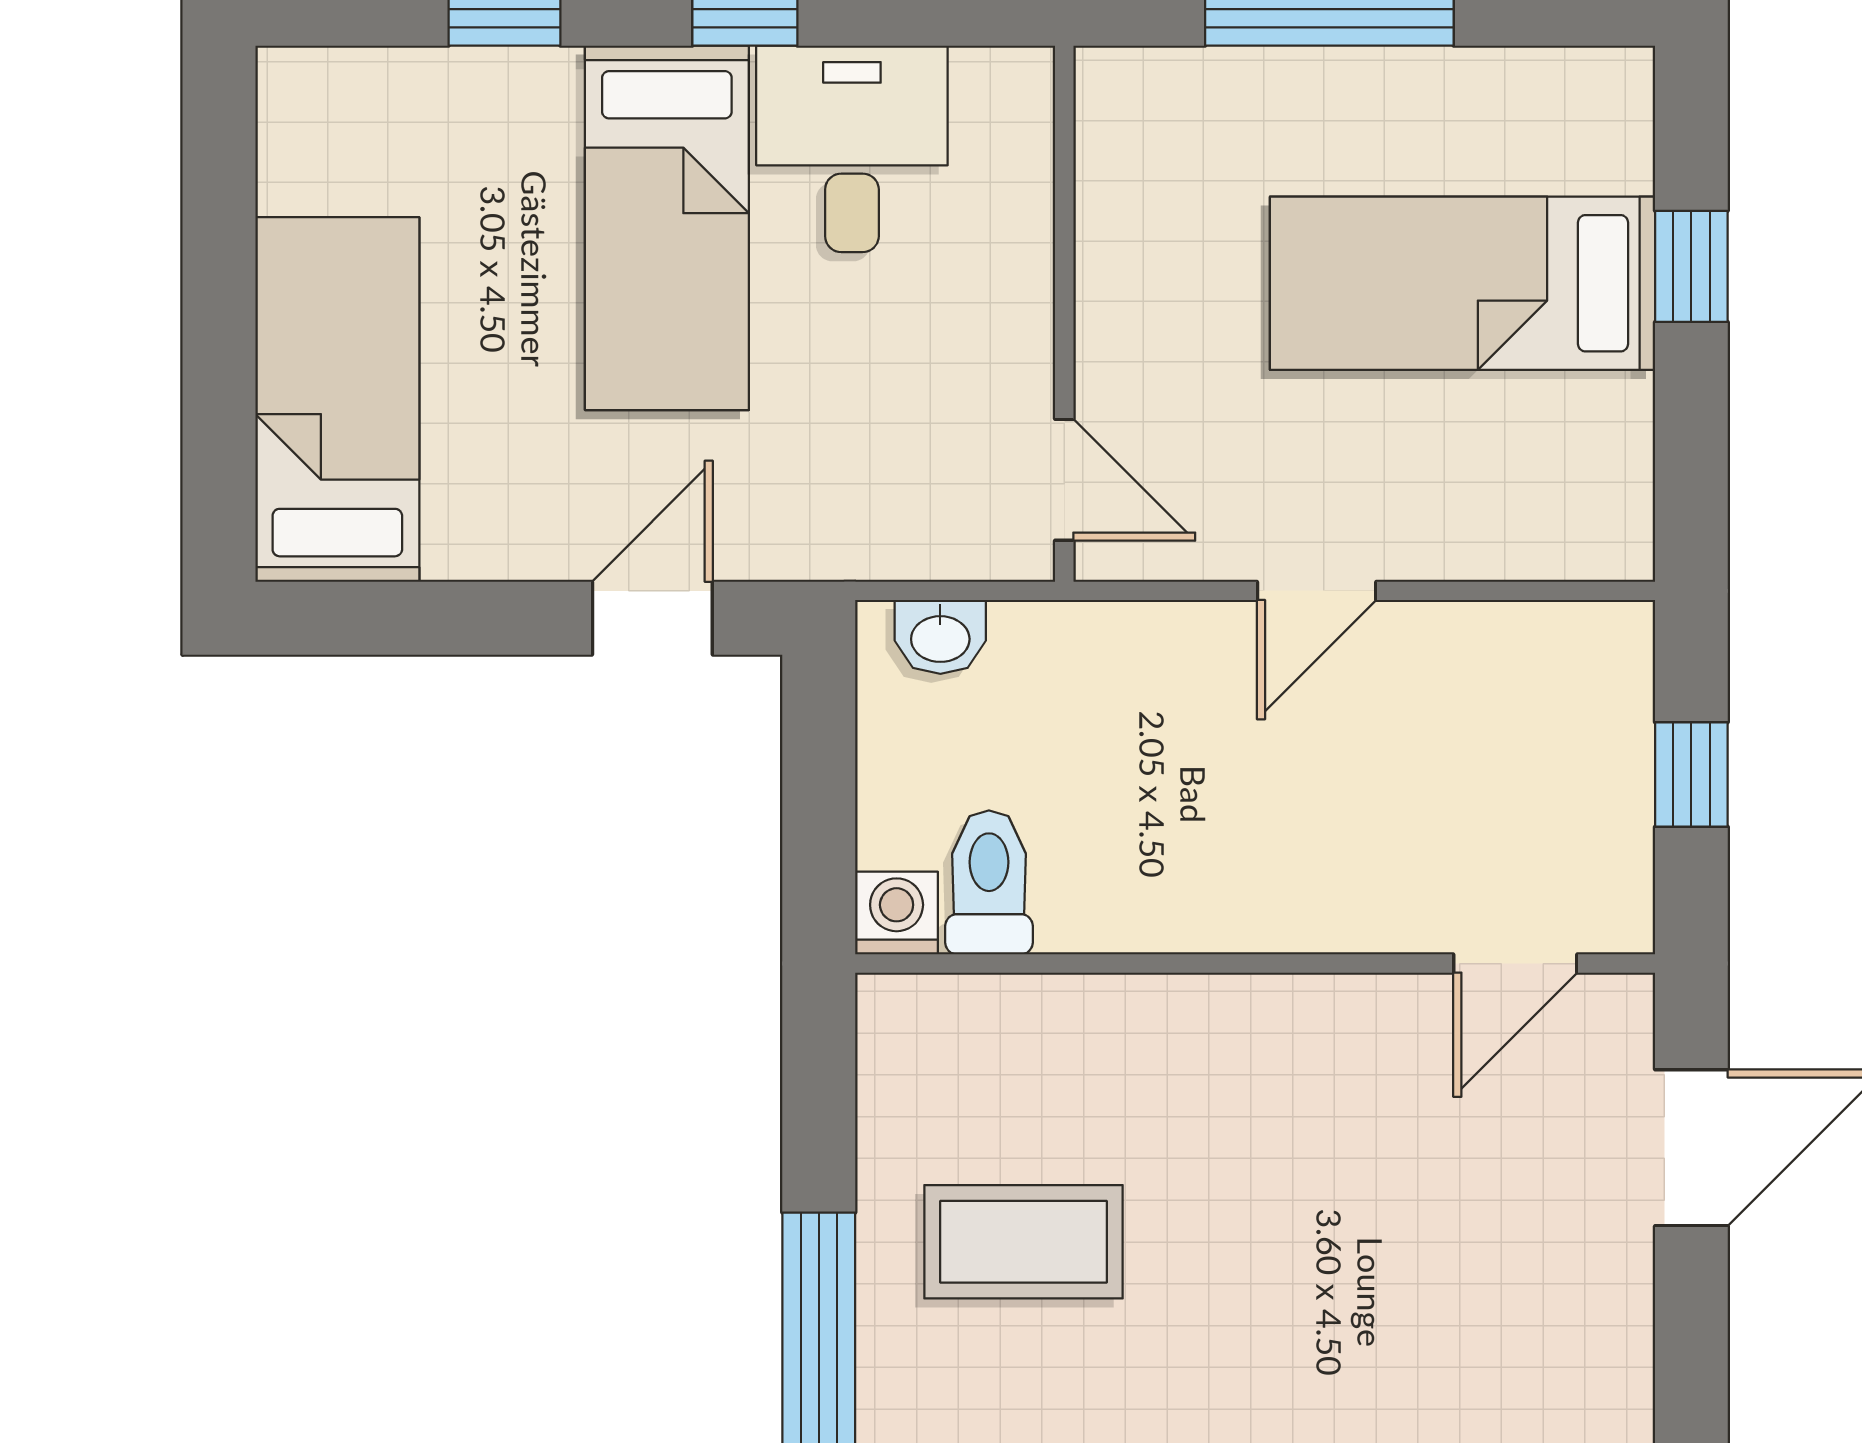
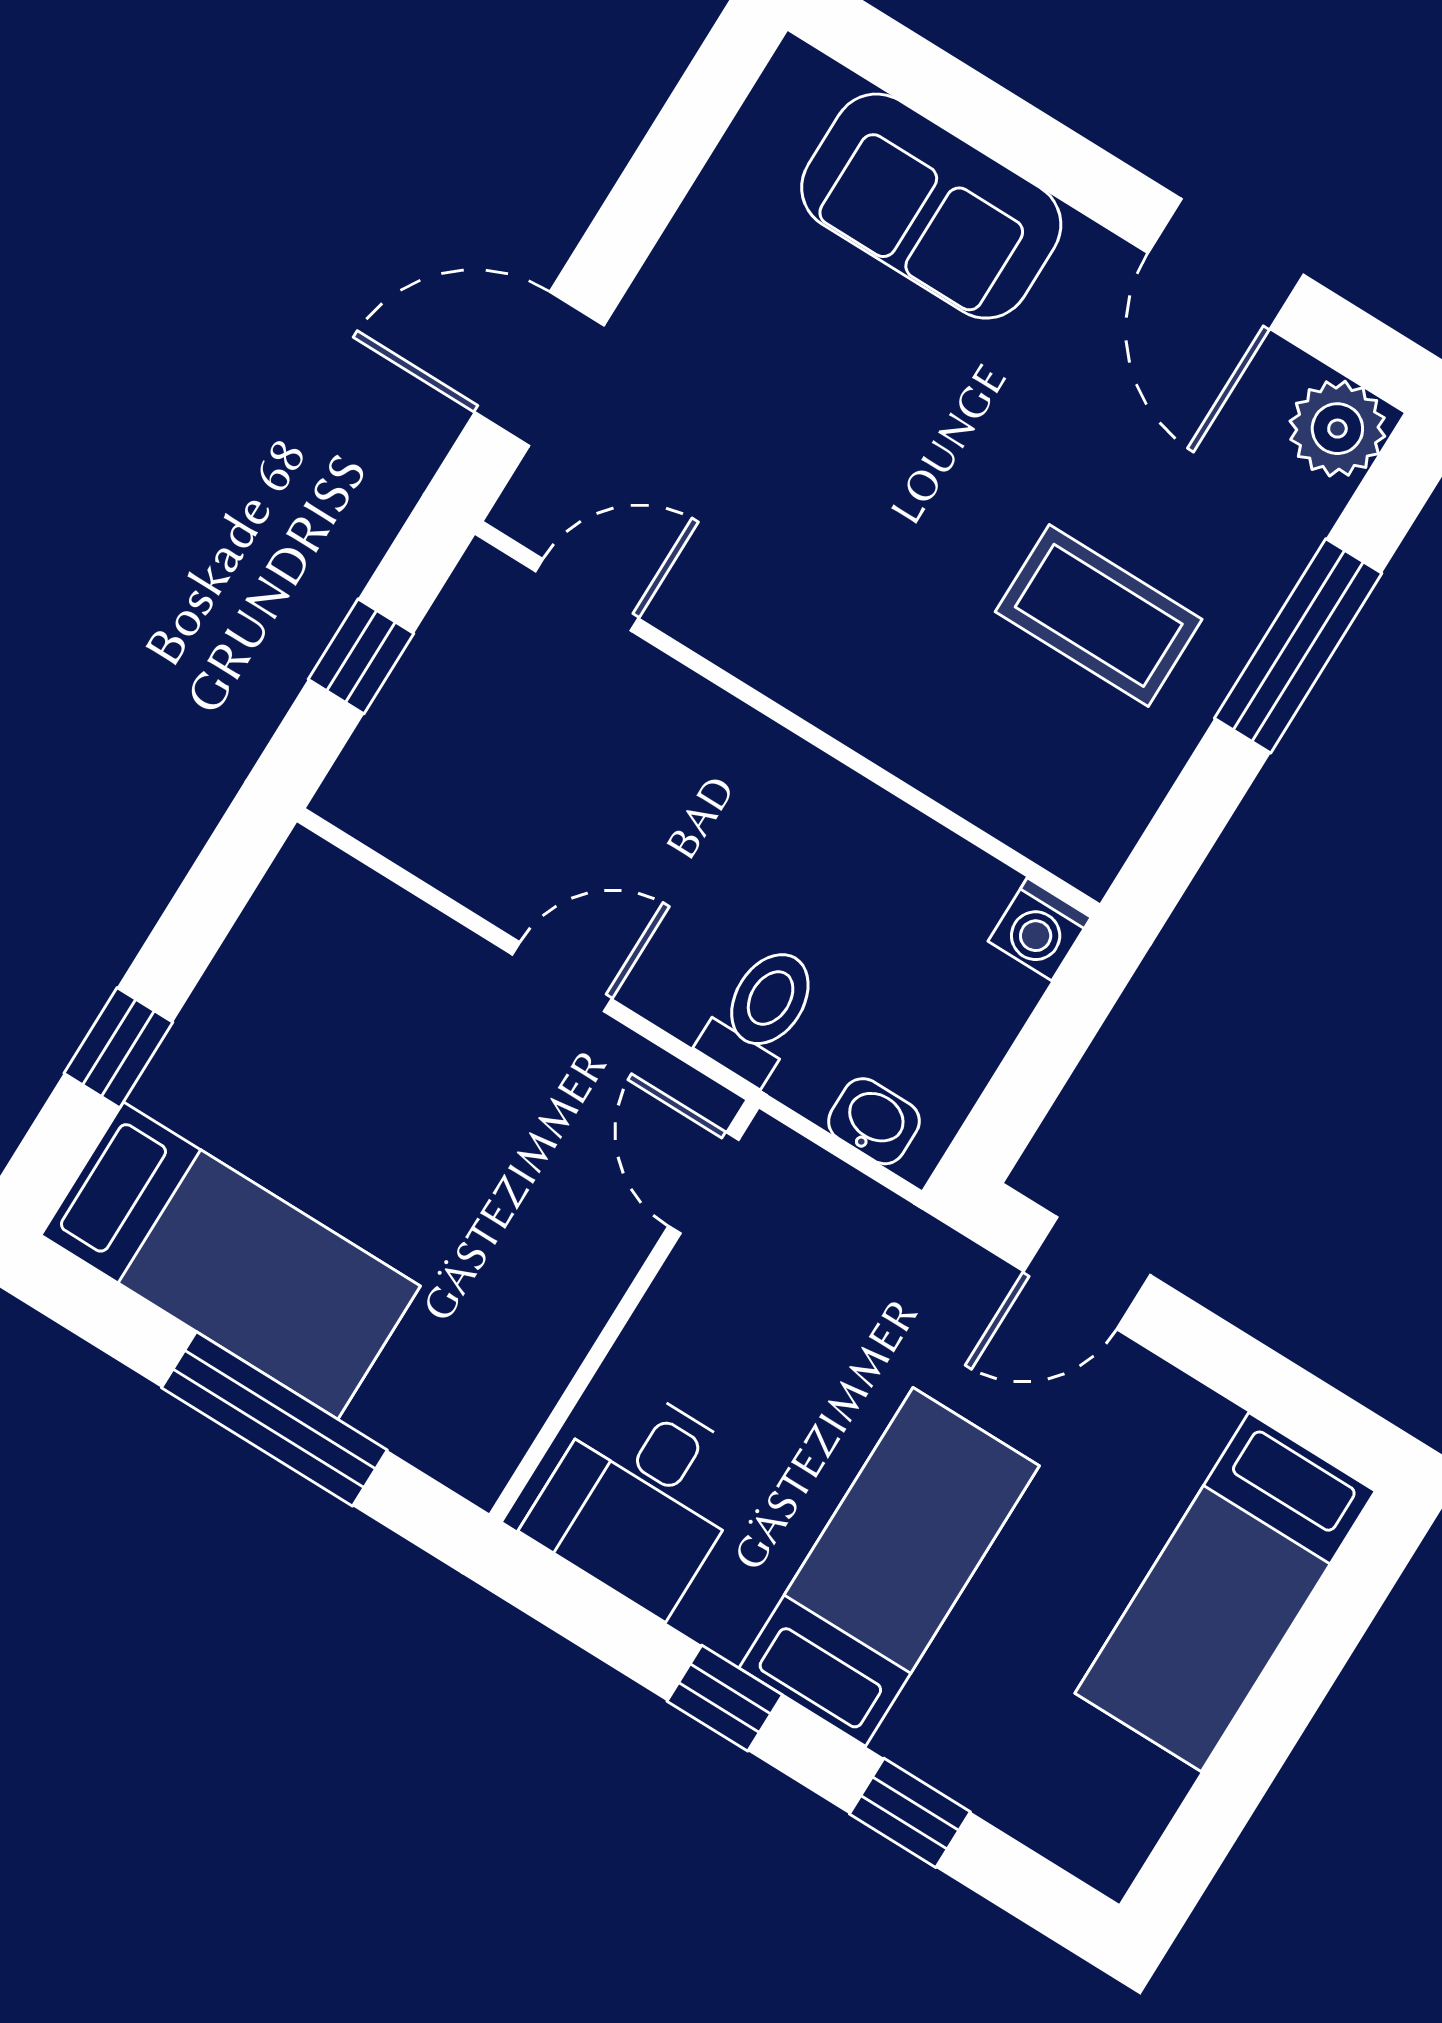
desk: (852, 149) -> (641, 1497), moved
bed: (1462, 283) -> (231, 1261), moved
toilet: (989, 882) -> (761, 1014), moved, turned 180

